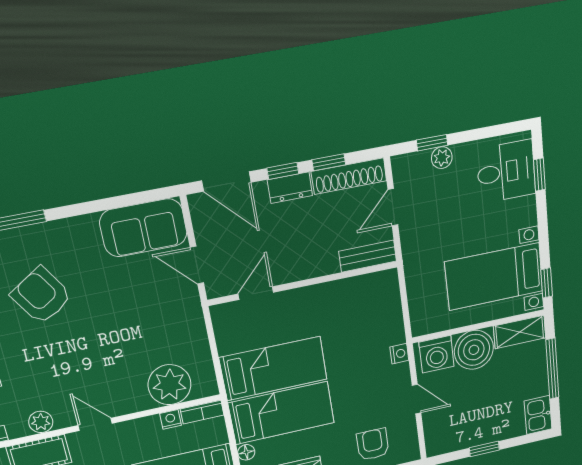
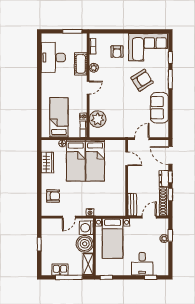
desk: (506, 172) -> (142, 264), moved
door: (226, 181) -> (170, 155), hinge flipped
door: (393, 207) -> (149, 217), hinge flipped
sofa: (144, 228) -> (159, 108), moved
bed with nightstands: (494, 276) -> (113, 238), moved, turned 180
kitchen sink: (538, 415) -> (60, 270), moved

